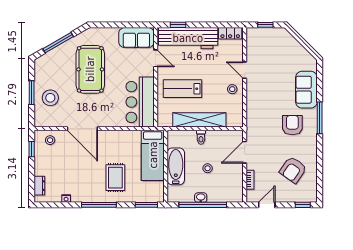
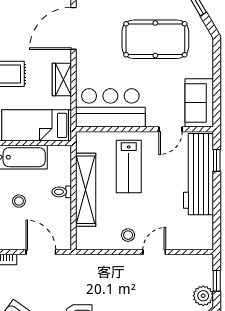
locker: (230, 33) -> (205, 232), removed
plant: (276, 35) -> (203, 296), added
lab bench: (183, 89) -> (129, 167), turned 180
wardrobe: (119, 137) -> (62, 79), added

